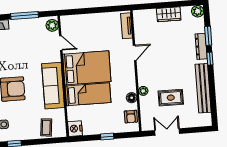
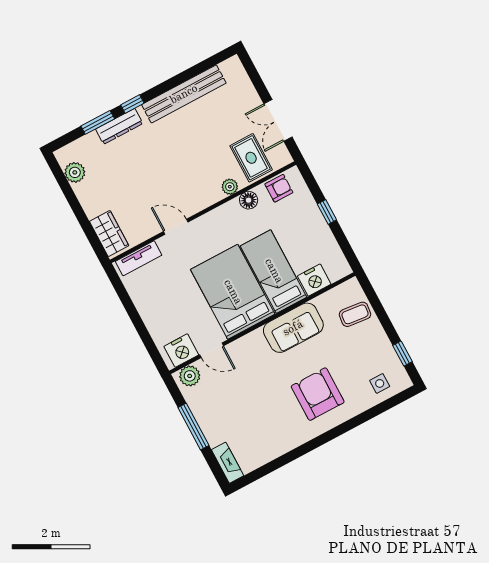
plant: (198, 11) -> (75, 172), moved
wardrobe: (169, 14) -> (109, 234), moved
nightstand: (68, 27) -> (181, 351), added
door: (61, 43) -> (212, 350), swing flipped
sofa: (53, 86) -> (293, 328), width x0.73
rug: (171, 98) -> (251, 158), moved
nightstand: (75, 129) -> (314, 280), moved

